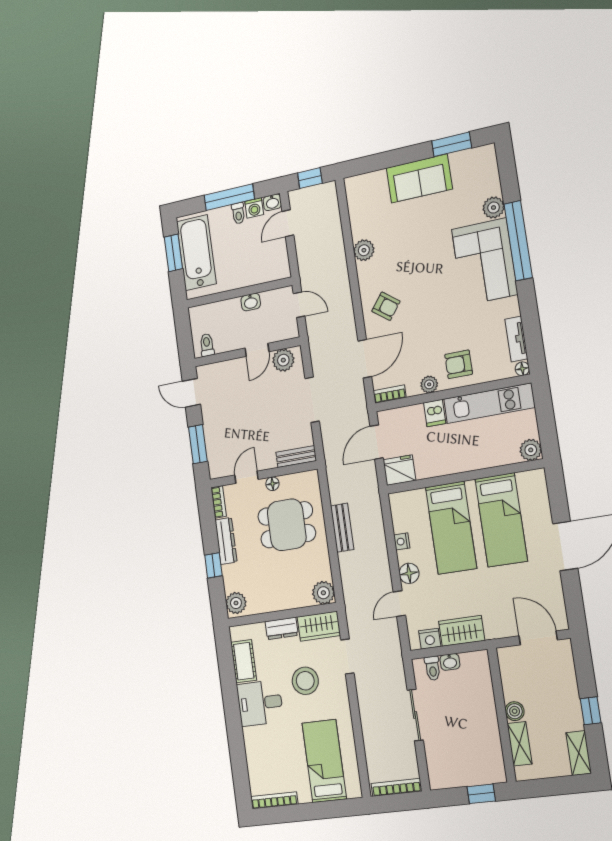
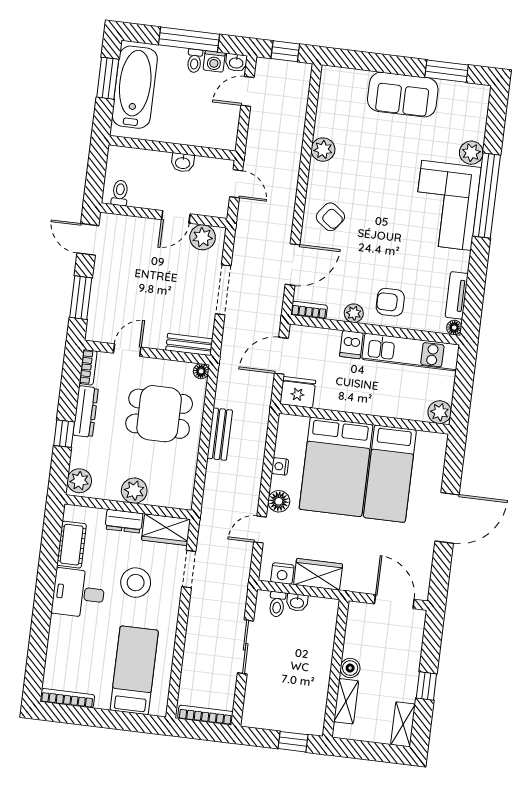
floor lamp: (272, 484) -> (201, 371), moved
bed: (451, 528) -> (336, 467), width x1.50
plant: (323, 593) -> (134, 491), moved

